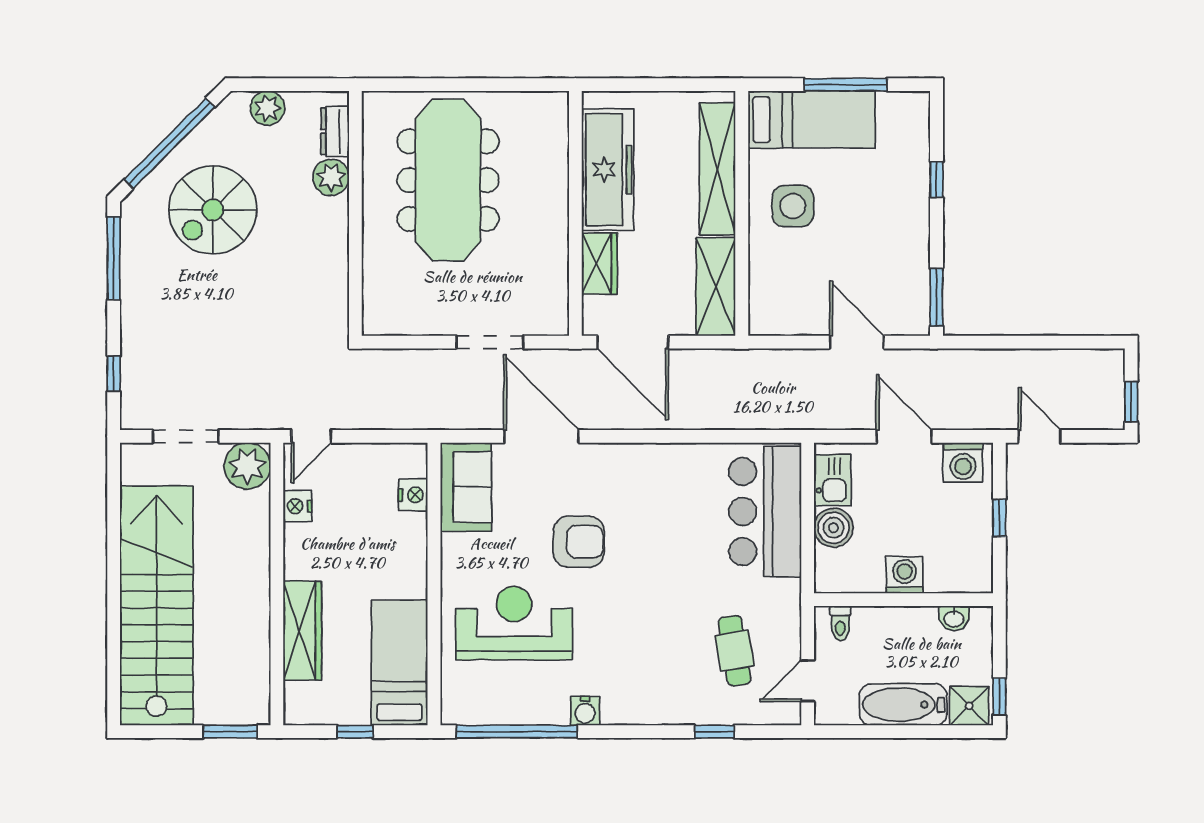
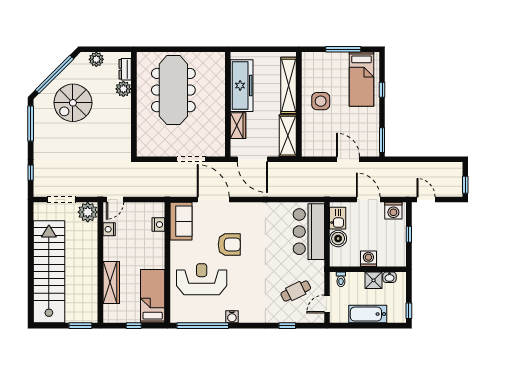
bed: (812, 120) -> (362, 79), moved, turned 90
cafe table: (735, 651) -> (296, 291), turned 73
shower: (969, 706) -> (374, 280), moved

